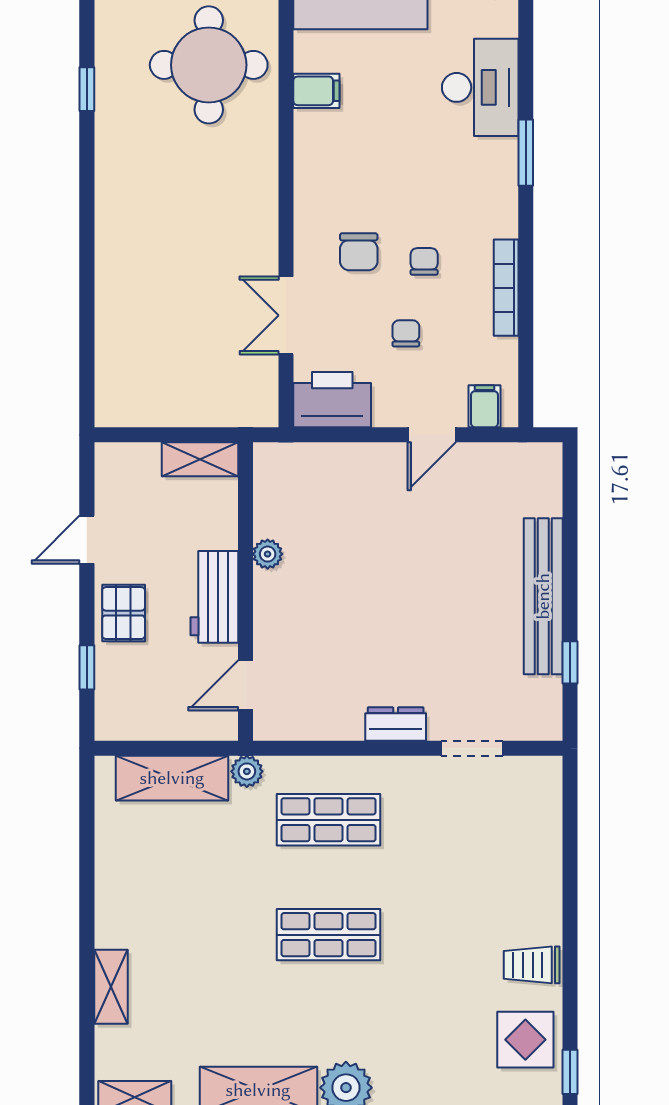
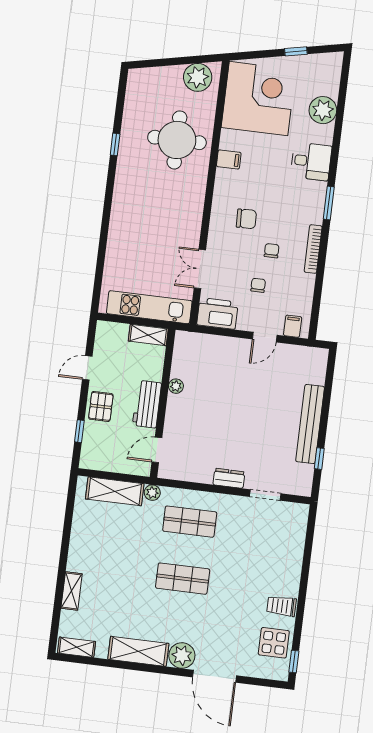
desk: (480, 87) -> (311, 161), width x0.73
chair: (359, 252) -> (246, 219), moved, turned -92
bookcase: (506, 288) -> (313, 249), moved
kitchen unit: (195, 404) -> (149, 307), added

